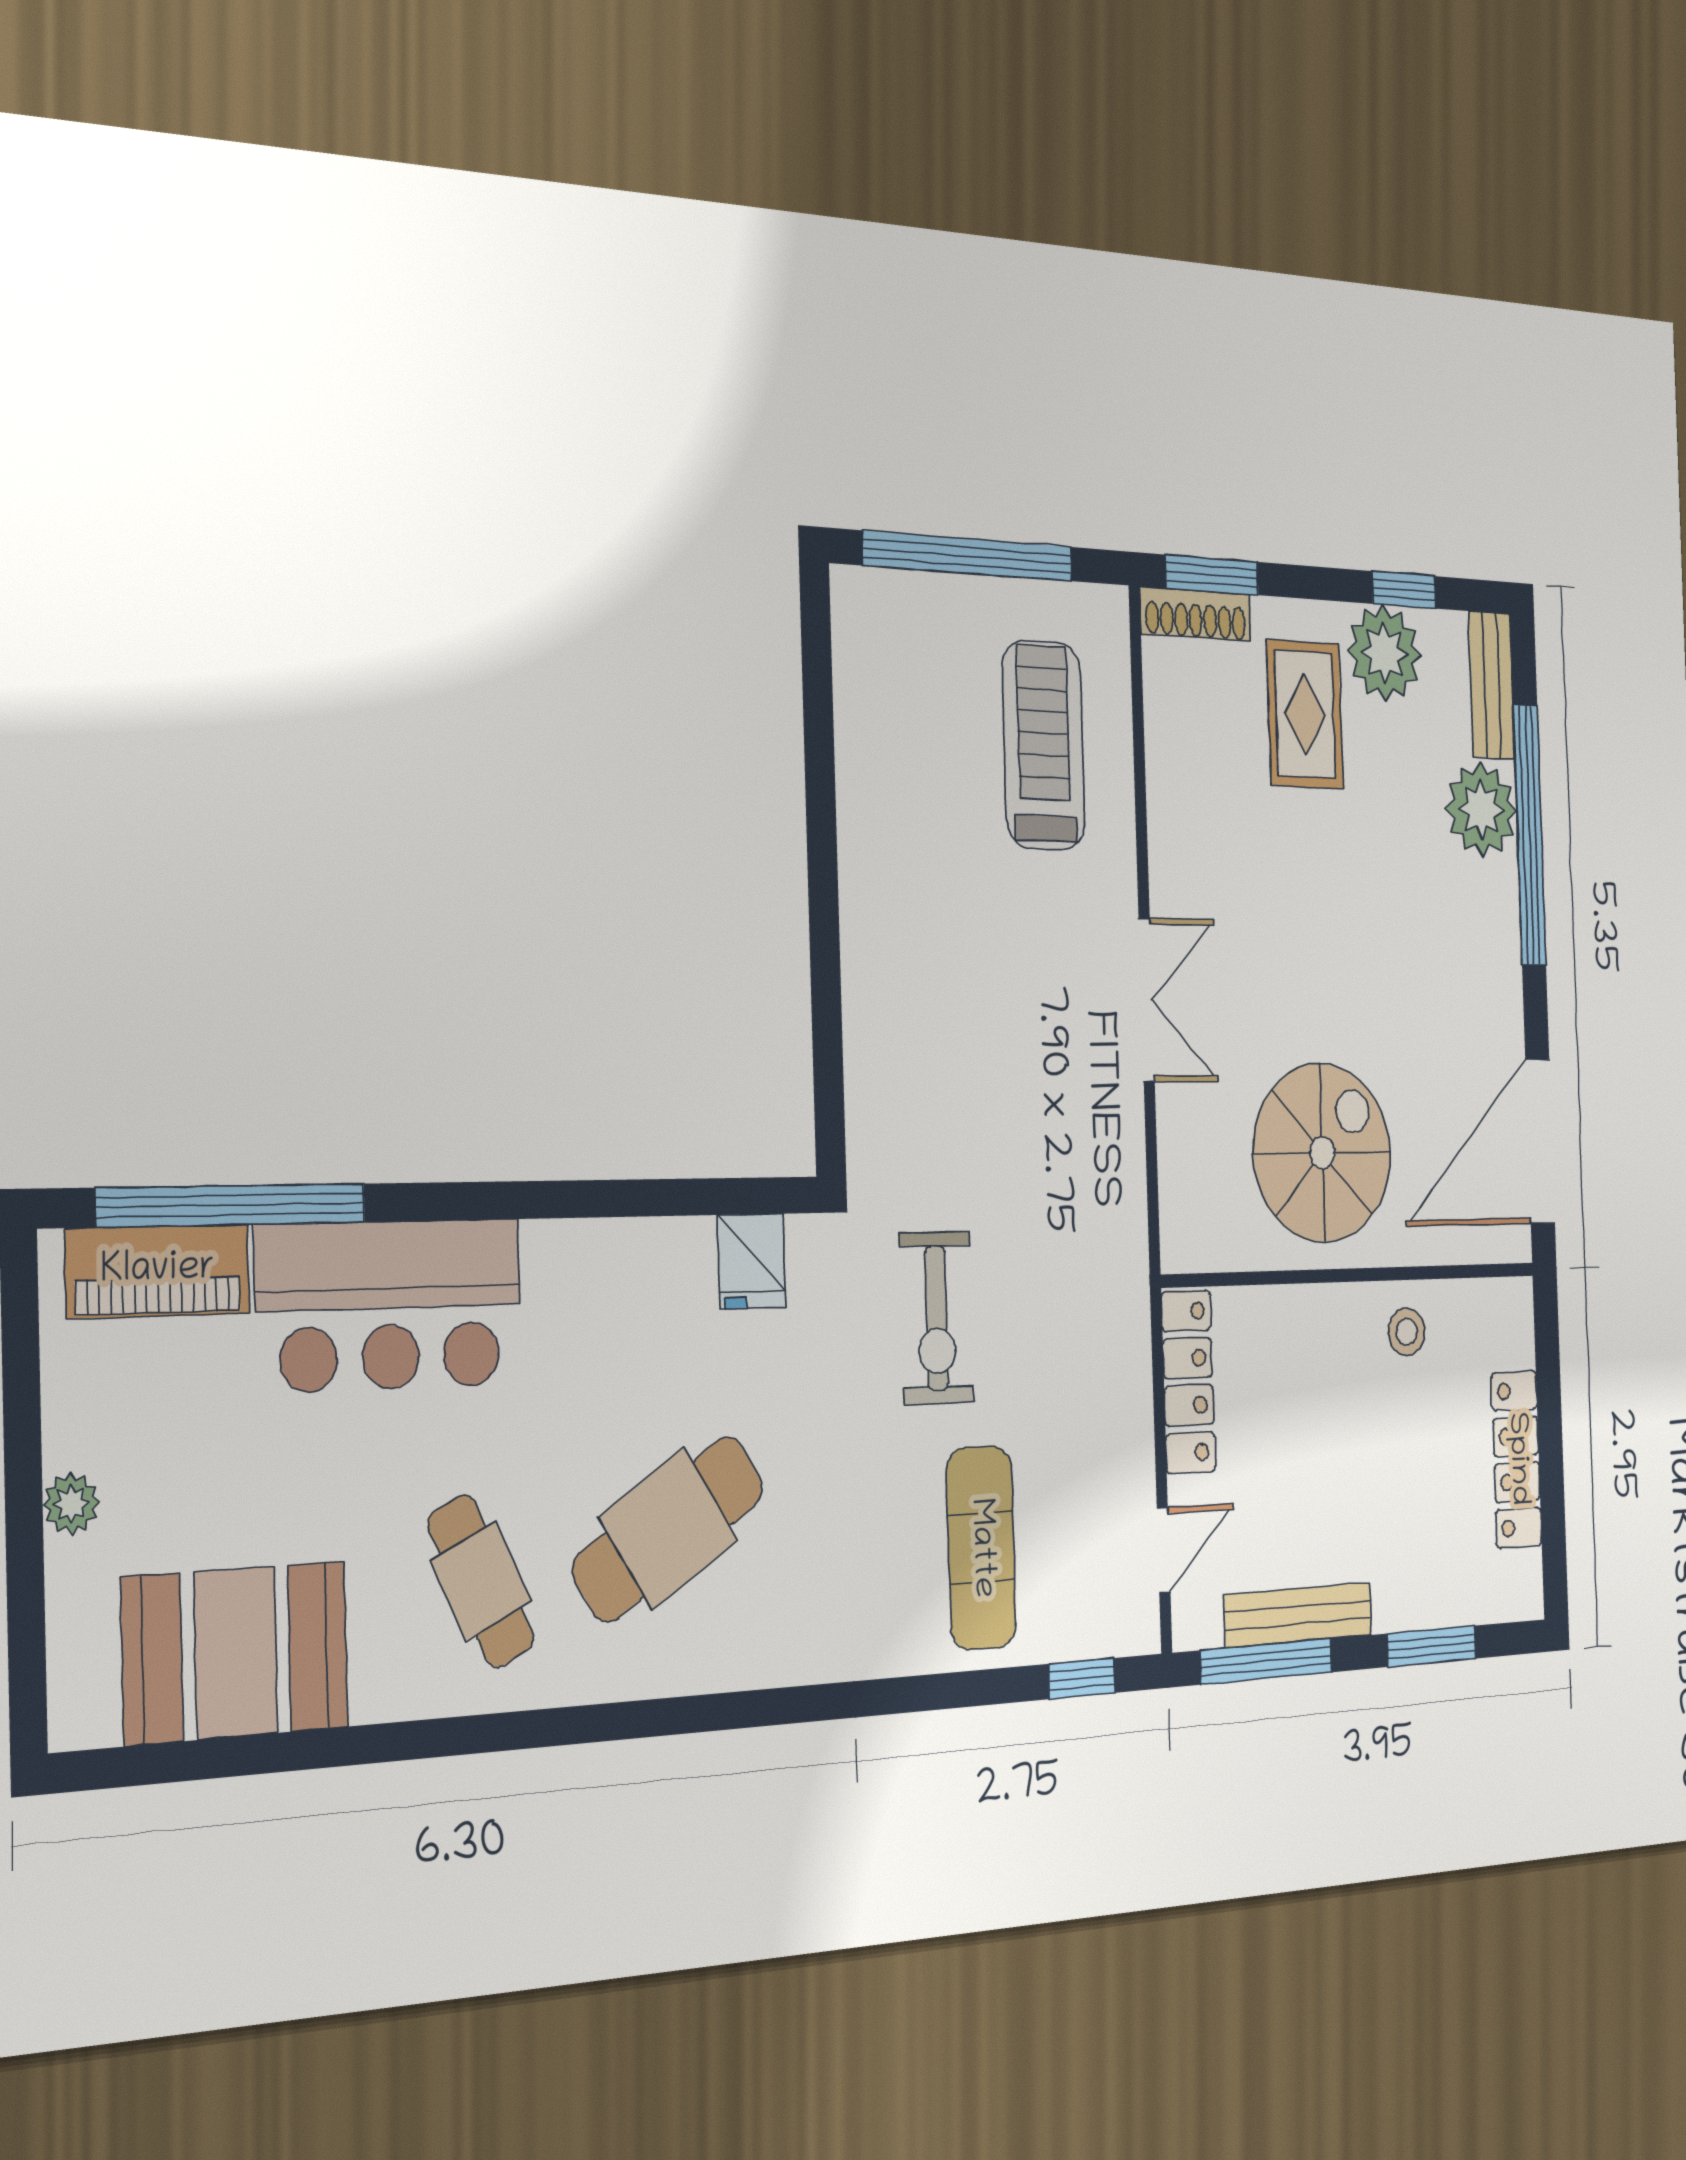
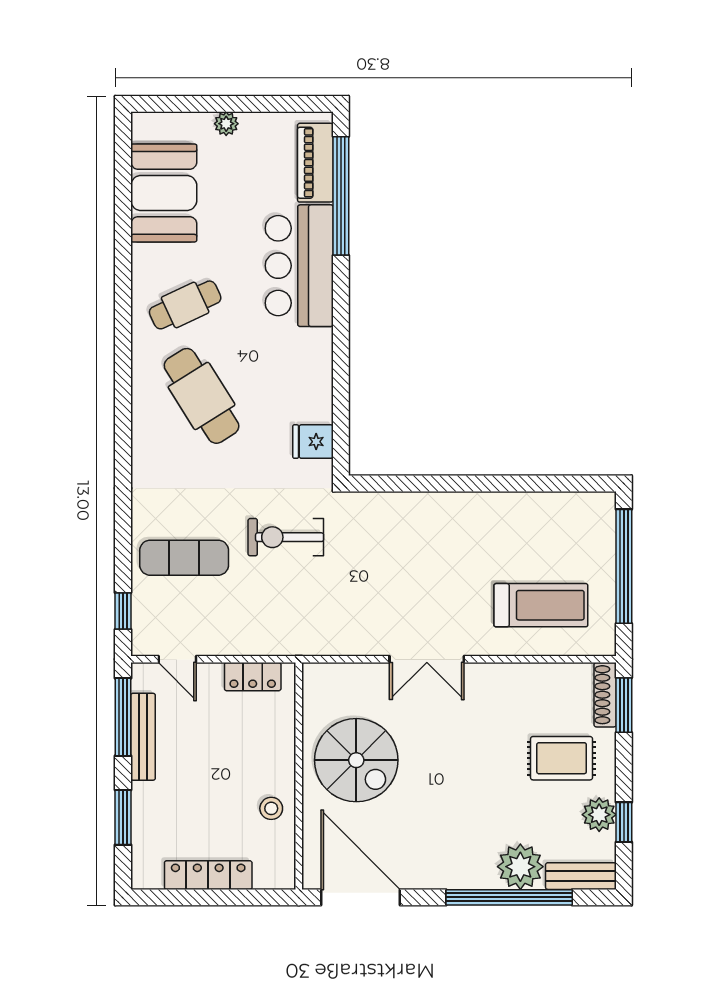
plant: (1384, 653) -> (599, 815), width x0.73, depth x0.73
locker: (1188, 1382) -> (253, 677), width x0.66

